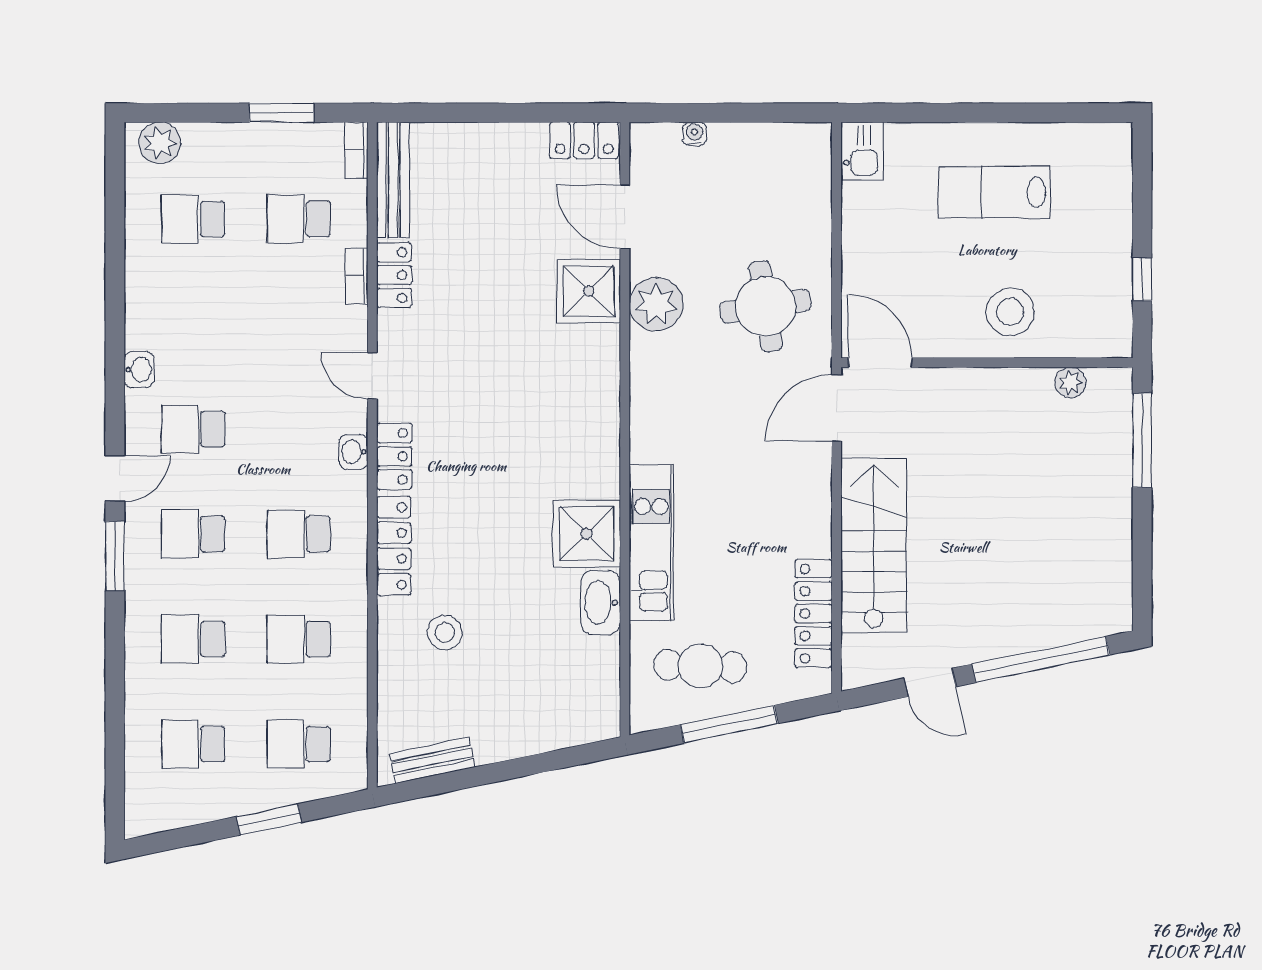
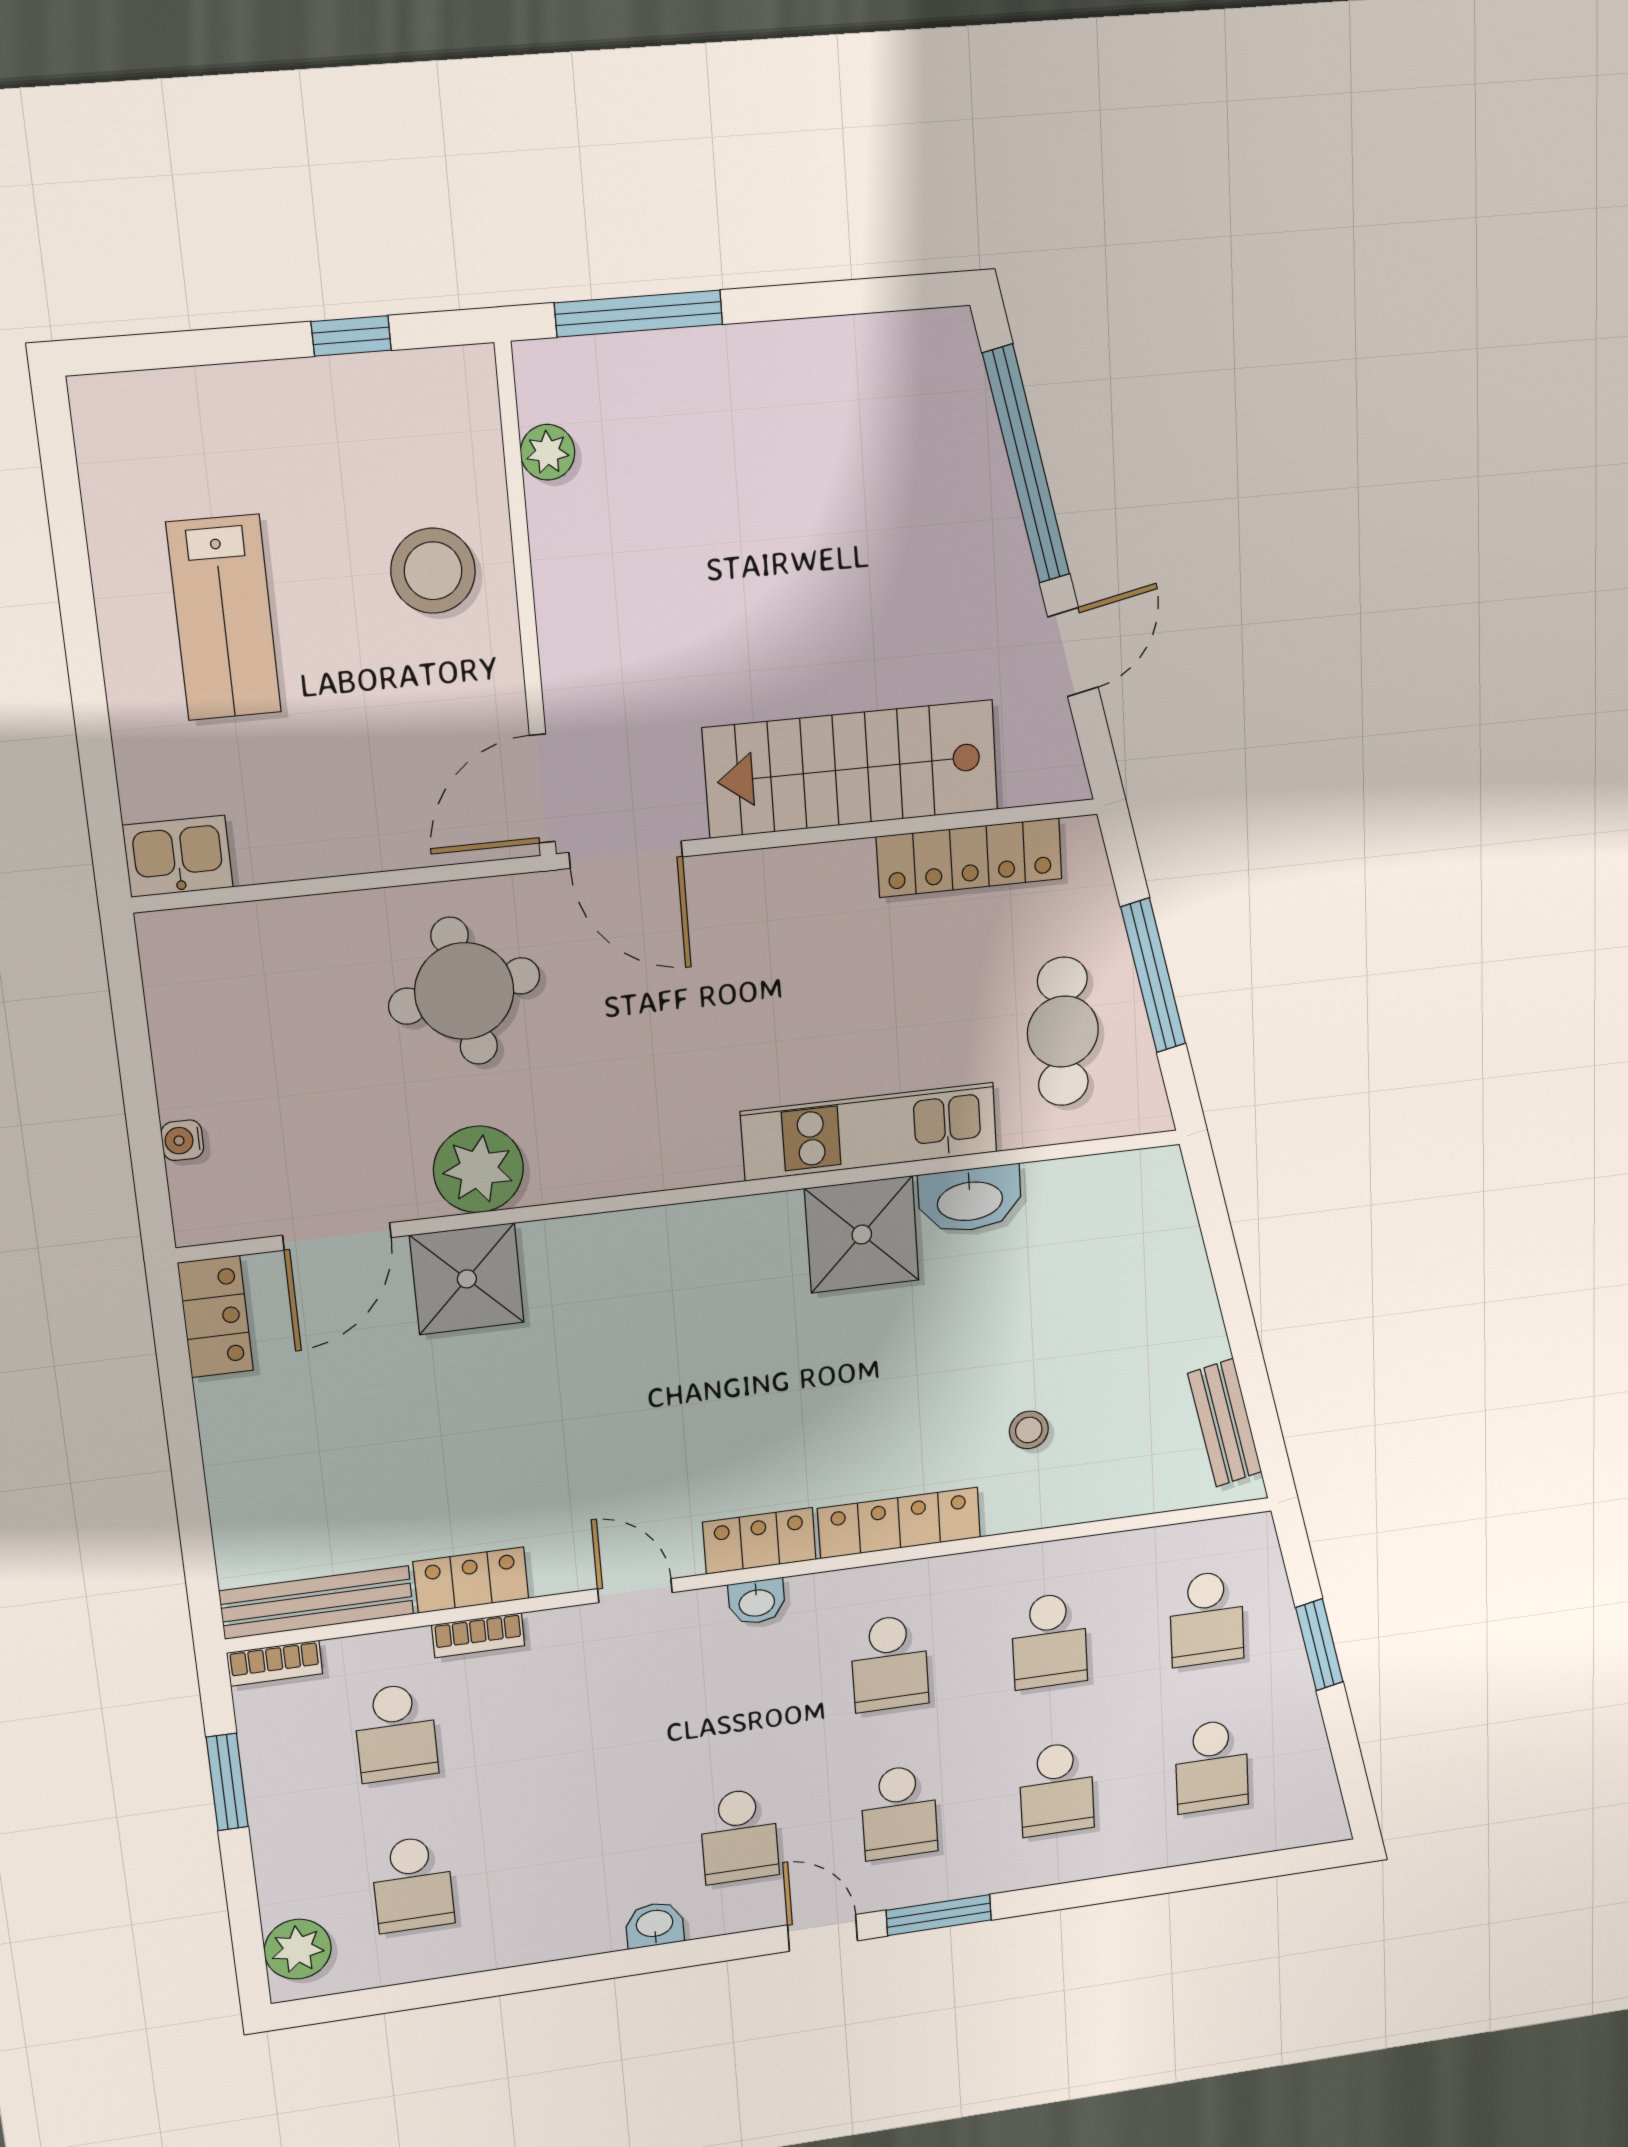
door: (372, 376) -> (635, 1591), swing flipped
stool: (445, 632) -> (1029, 1430), width x0.73, depth x0.73

